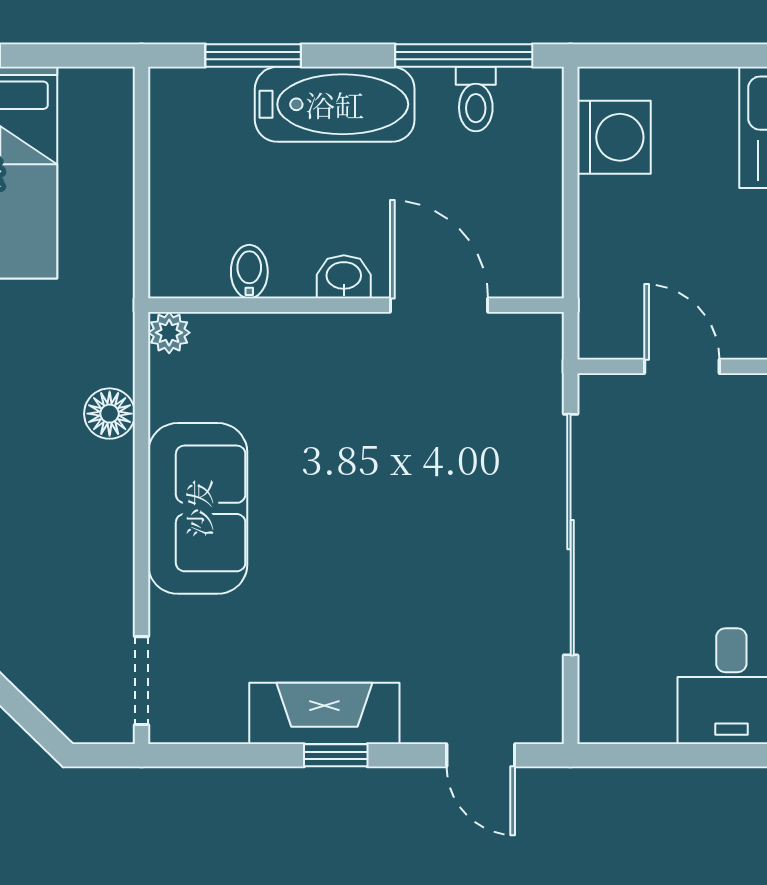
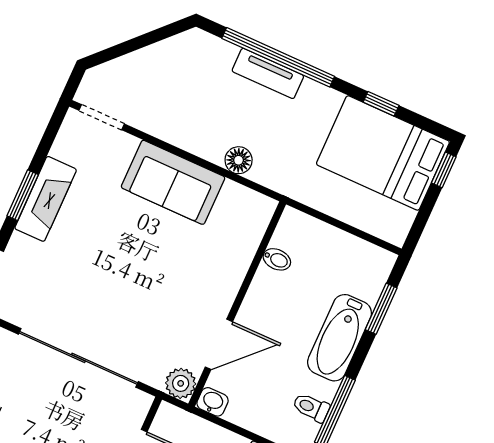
washbasin: (344, 277) -> (213, 402), moved, turned -90
plant: (169, 333) -> (181, 383), moved, width x1.38, depth x1.38
window: (336, 755) -> (23, 195), width x1.50

